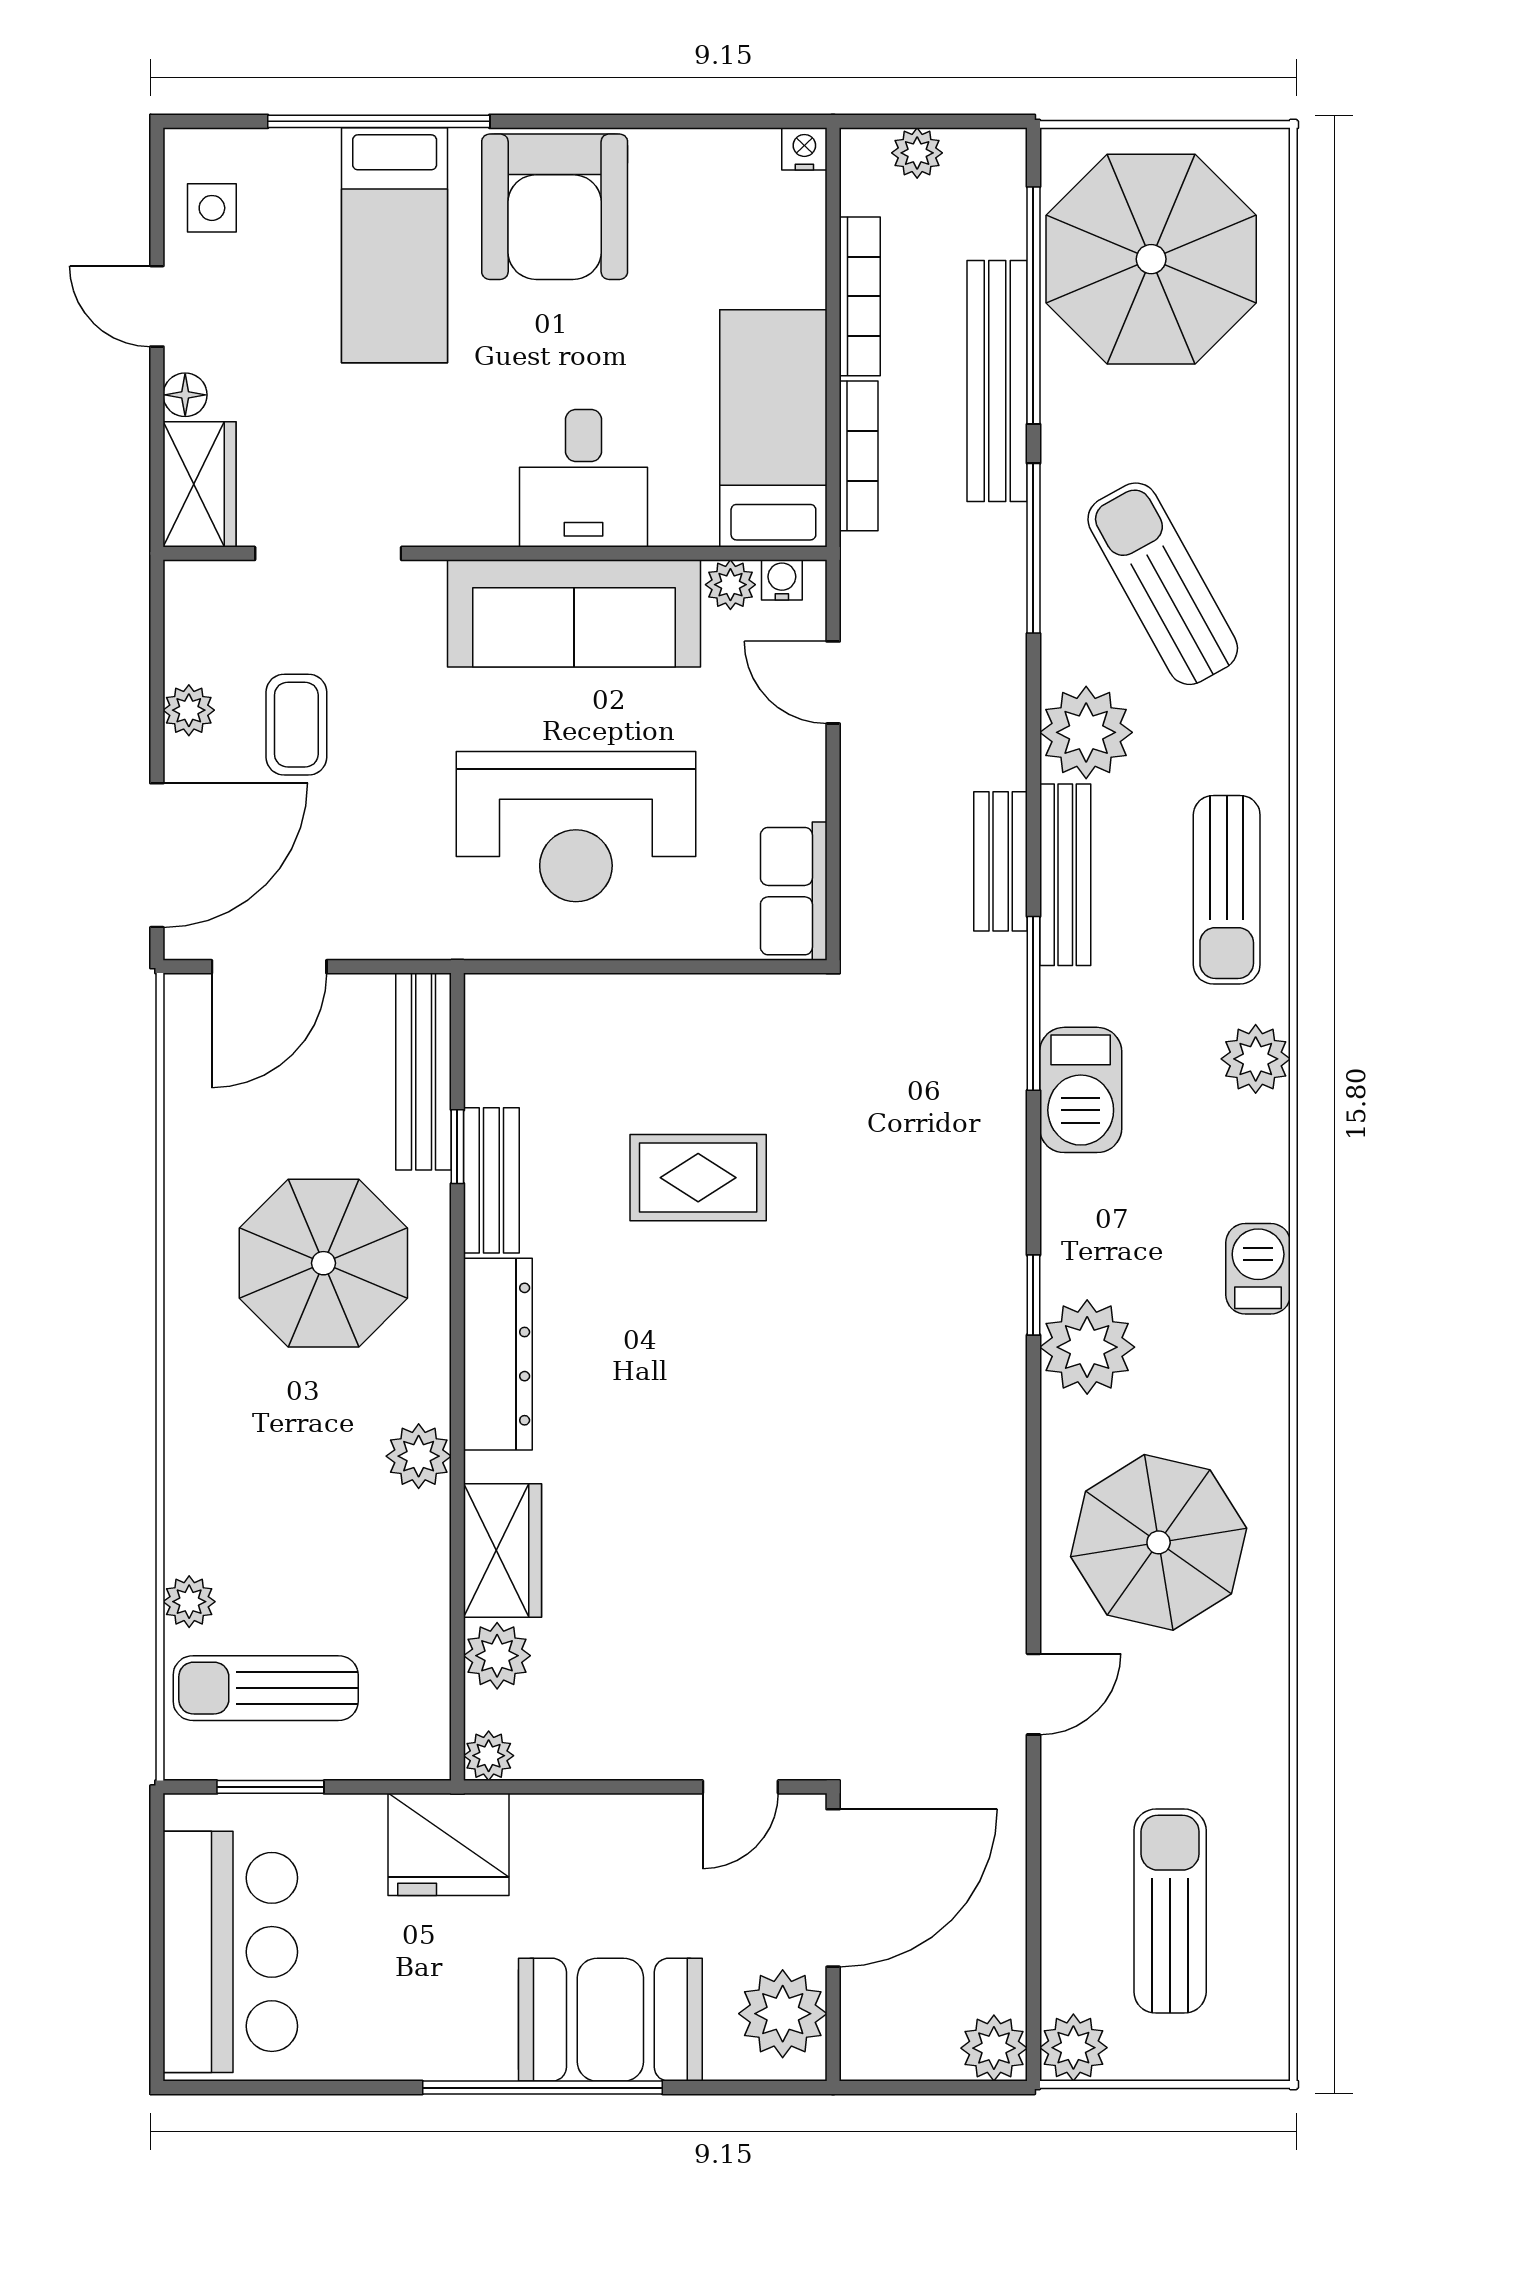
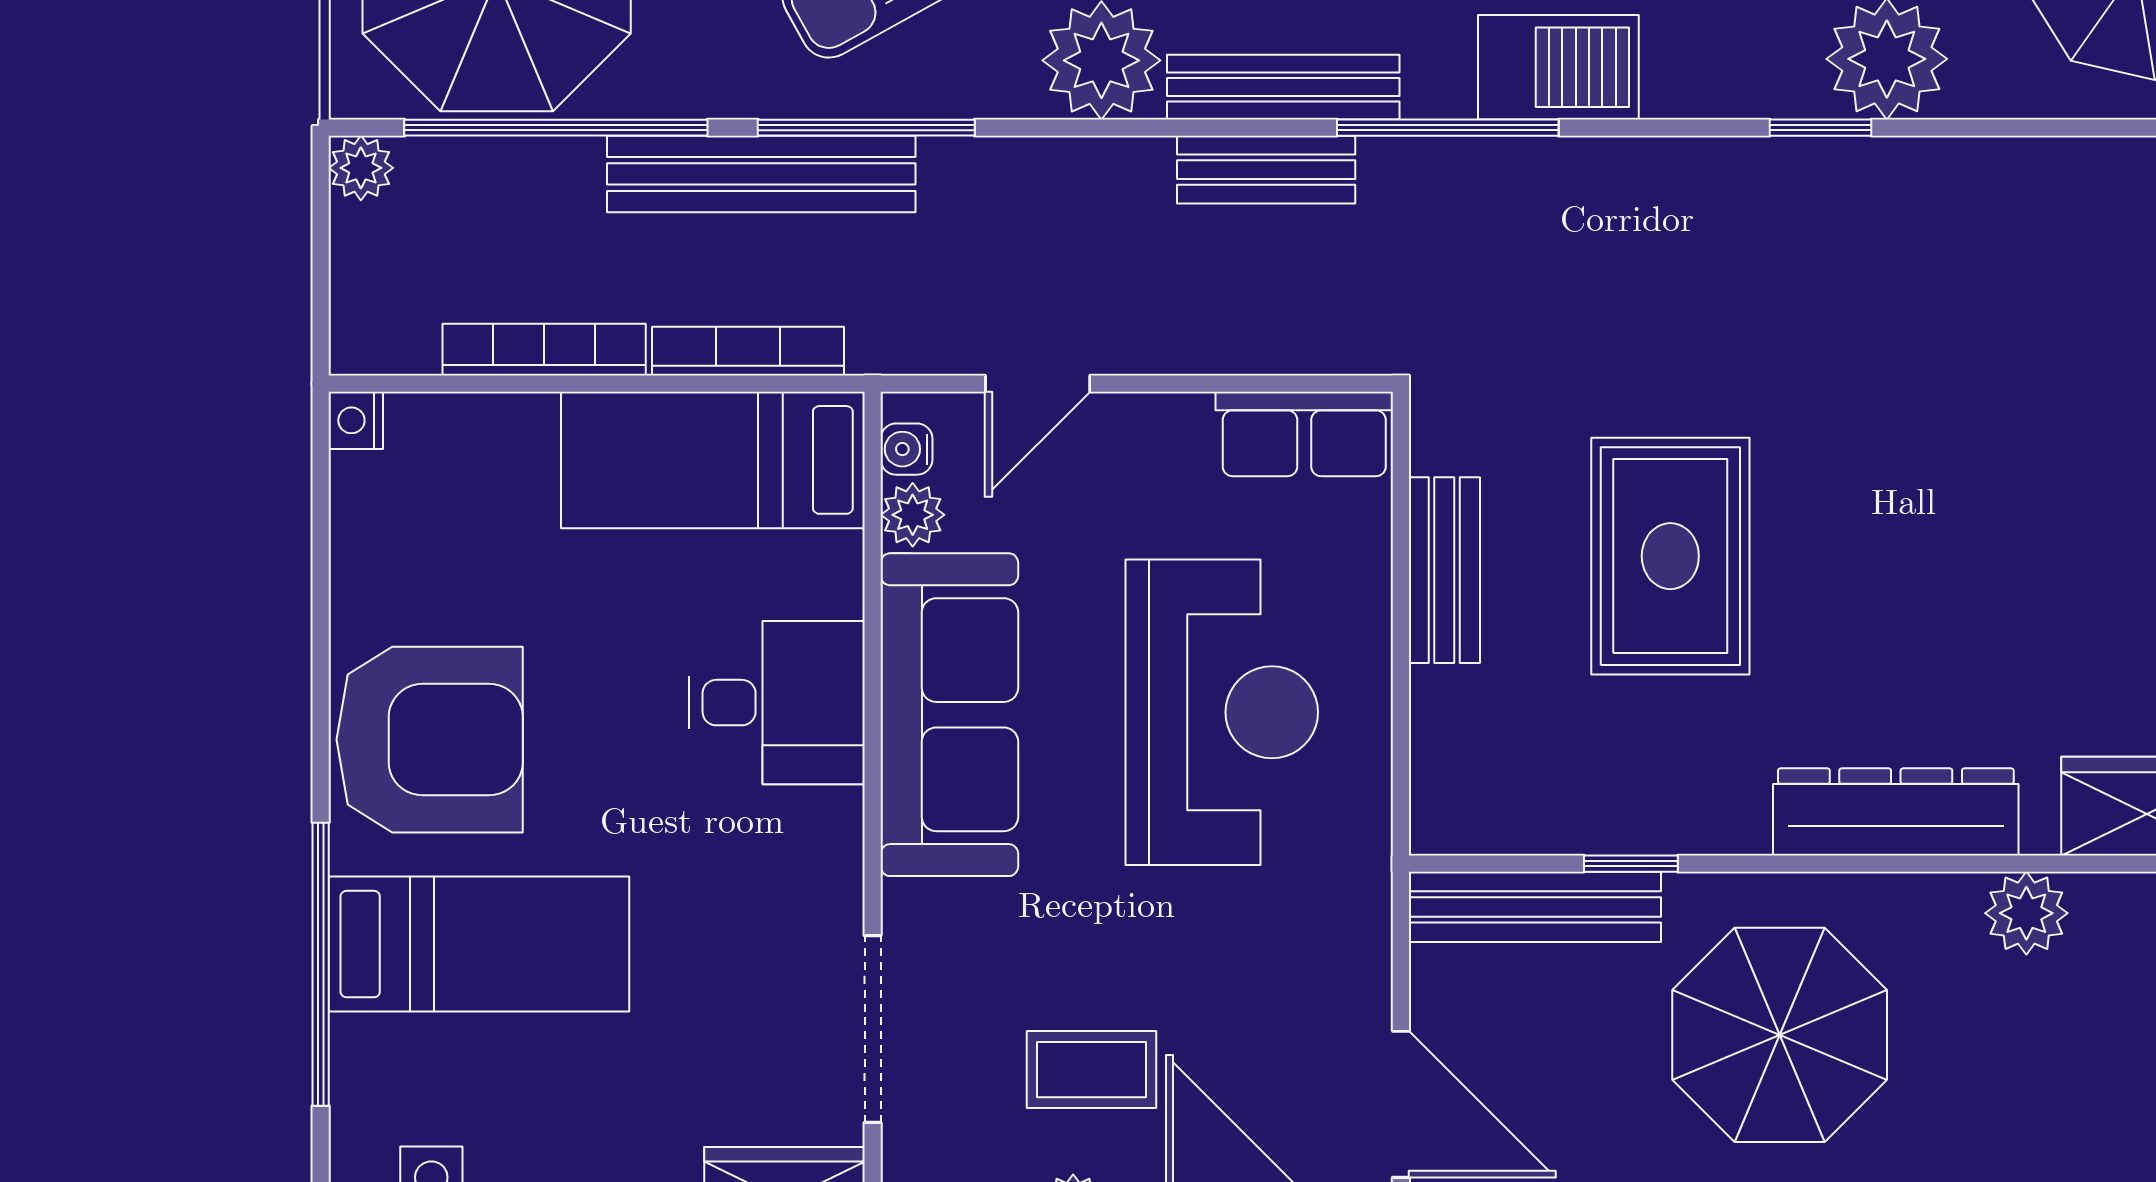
plant: (917, 153) -> (361, 168), moved
bench: (997, 381) -> (761, 174), moved
rug: (698, 1178) -> (1670, 556), width x1.36, depth x1.43
bench: (491, 1180) -> (1444, 570), moved, turned 90

